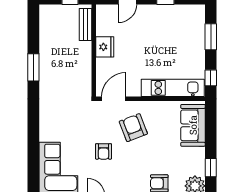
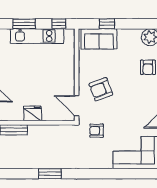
kitchen unit: (173, 88) -> (37, 36), moved, turned -90
armchair: (104, 151) -> (97, 131), moved, turned 180
window: (211, 168) -> (107, 24), moved

